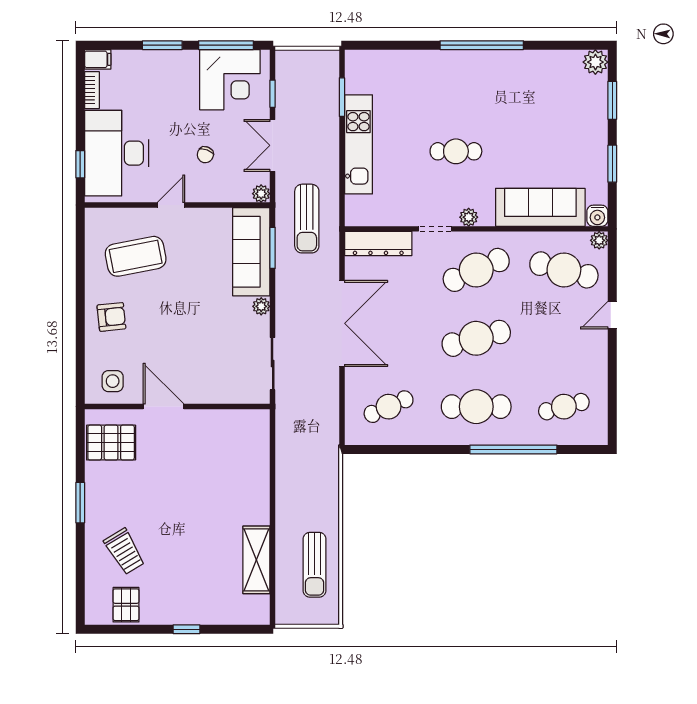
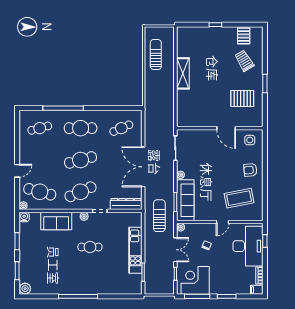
sofa: (540, 207) -> (56, 221), width x0.73
pallet: (111, 443) -> (242, 99), moved
shelving: (256, 560) -> (183, 73), moved

